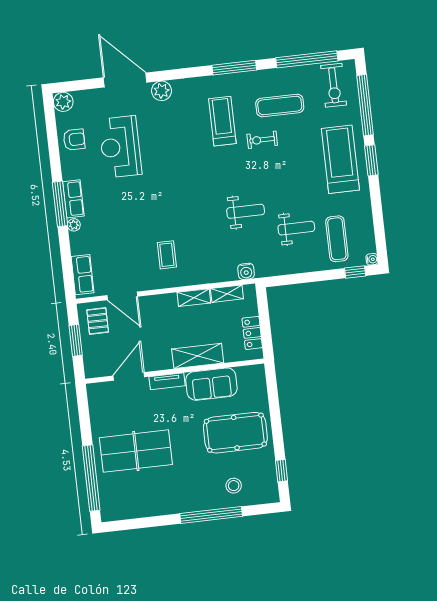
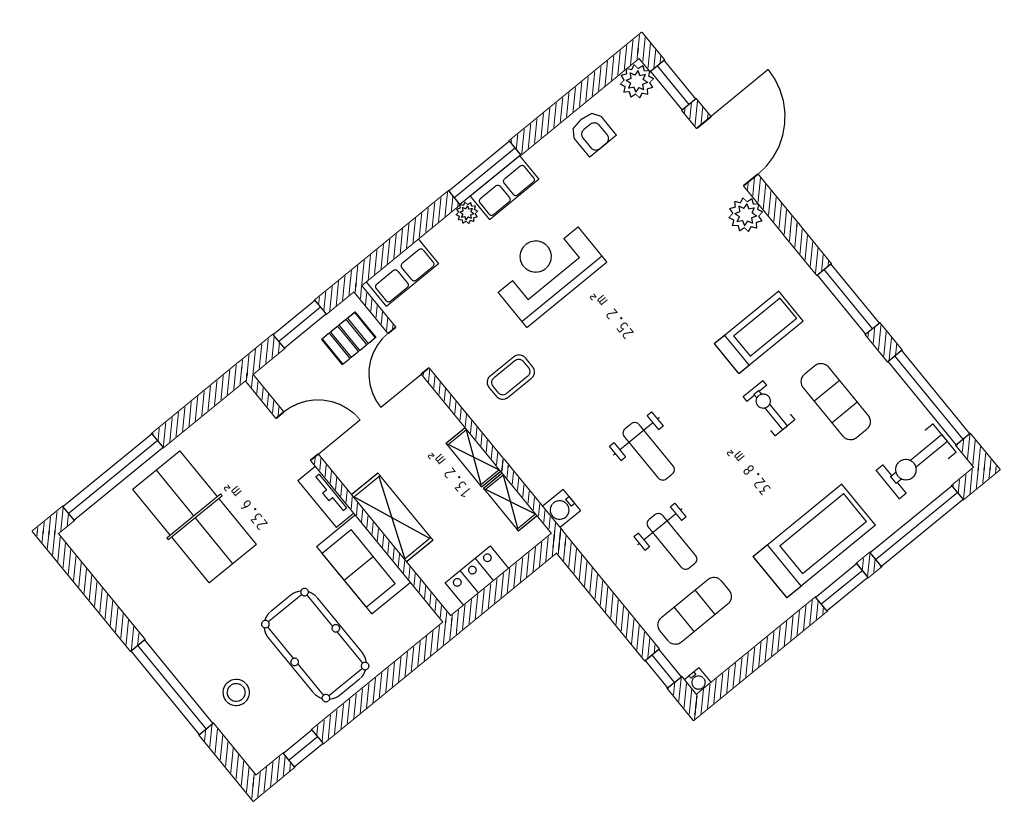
window: (76, 86) -> (673, 85), added
reception desk: (120, 147) -> (546, 270), moved

